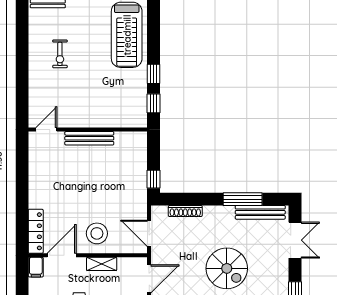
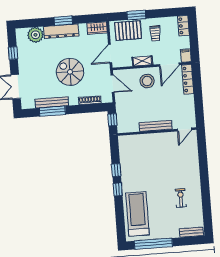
door: (46, 130) -> (184, 129), moved
wall: (88, 130) -> (157, 132), moved
bench: (89, 138) -> (156, 126), moved
bench: (260, 212) -> (52, 102), moved
spiral stairs: (227, 268) -> (70, 72), moved

